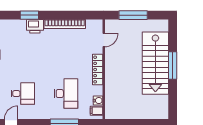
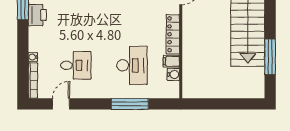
window: (173, 65) -> (270, 57), moved
filing cabinet: (97, 111) -> (171, 61), moved

